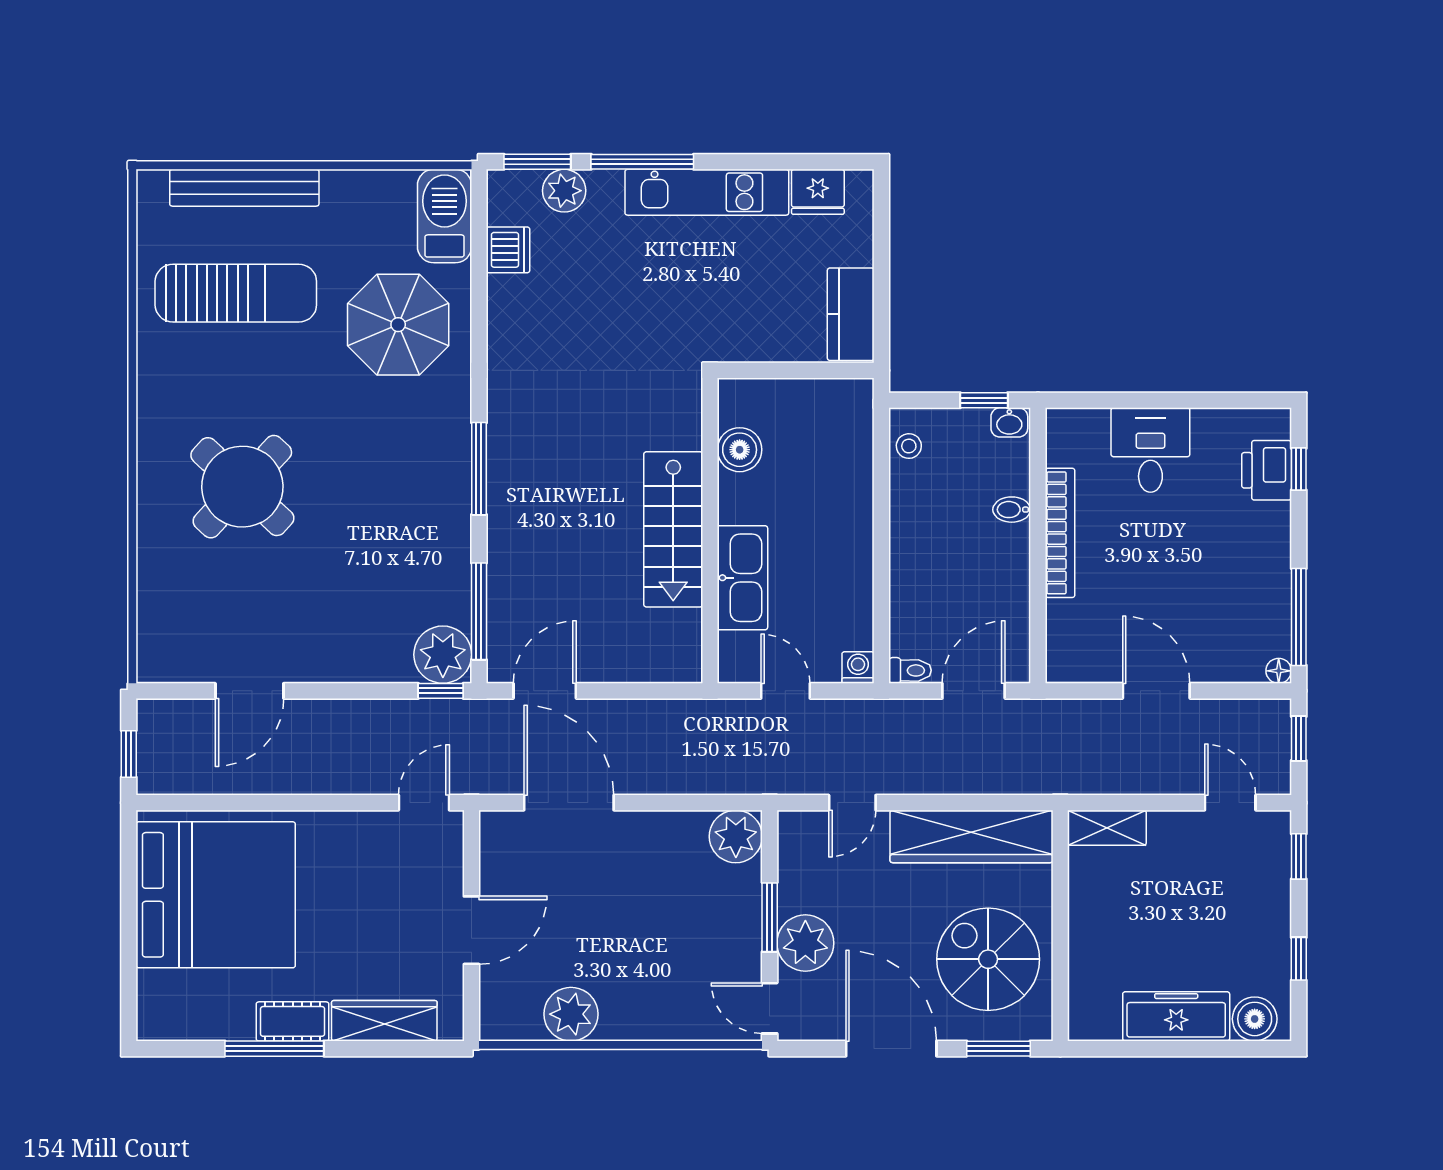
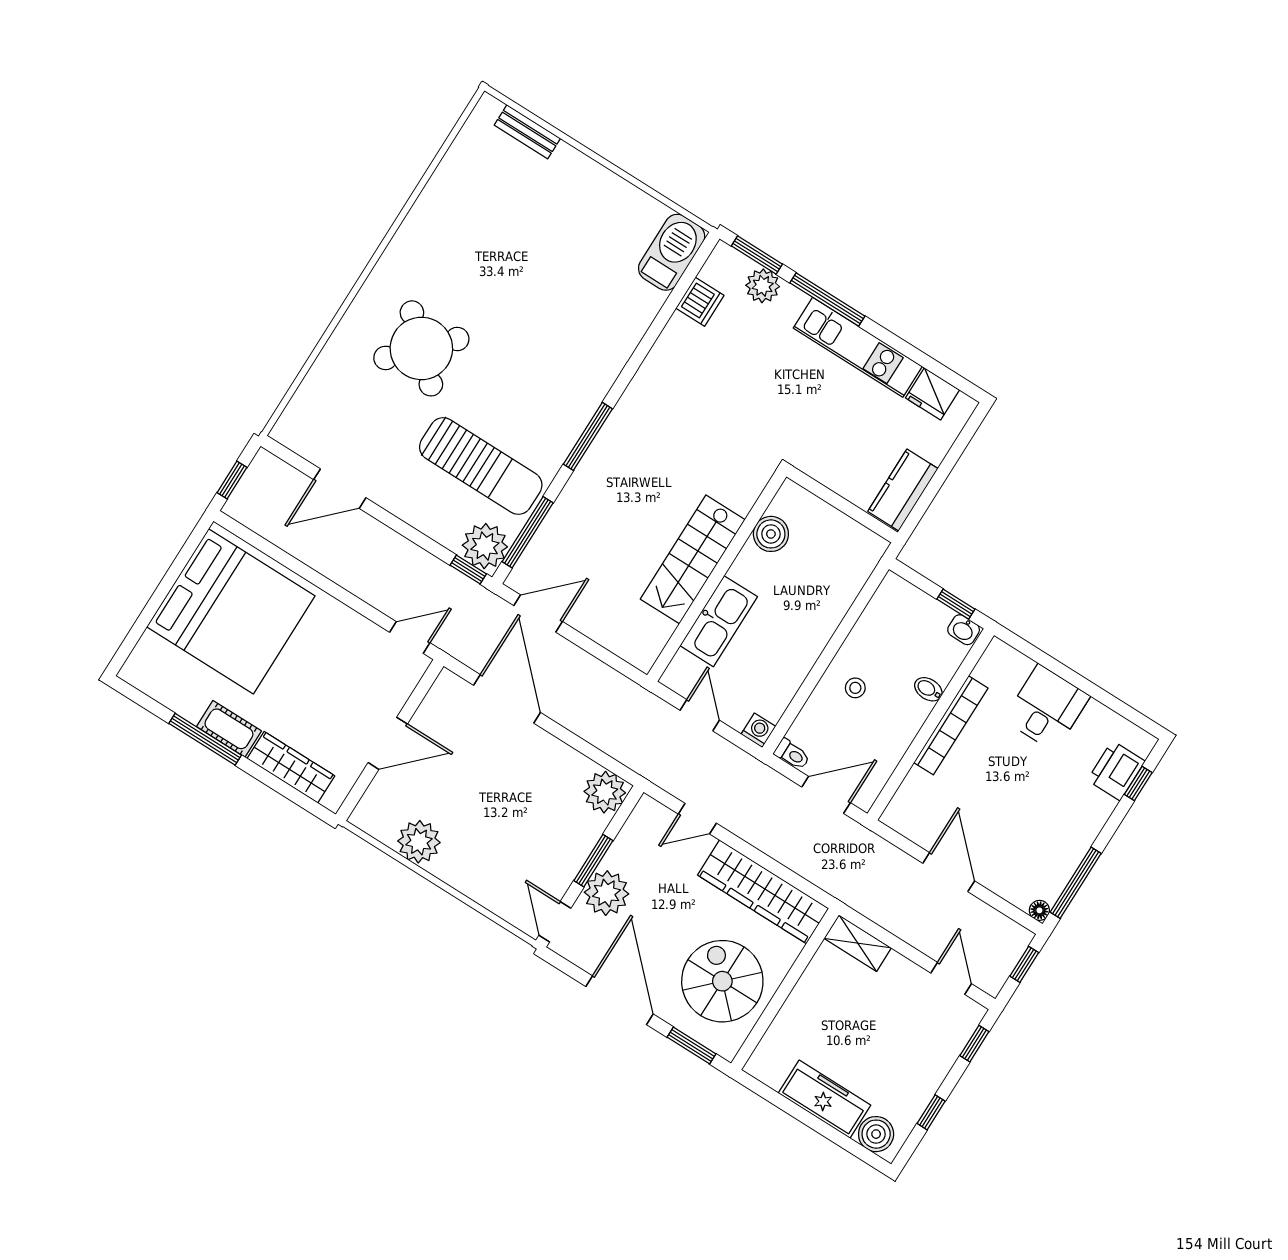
bench: (244, 188) -> (527, 132), width x0.54, depth x0.82
sun lounger: (236, 293) -> (481, 466), moved
parasol: (398, 325) -> (594, 306), removed
stool: (909, 446) -> (855, 688), moved

